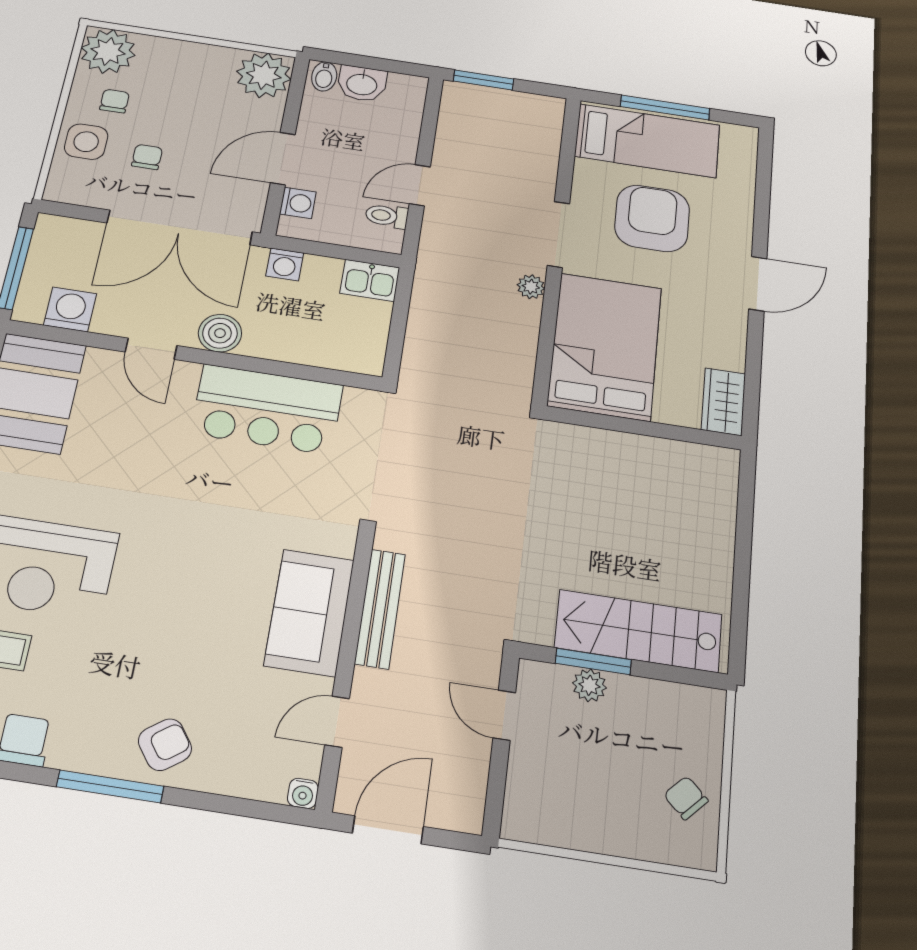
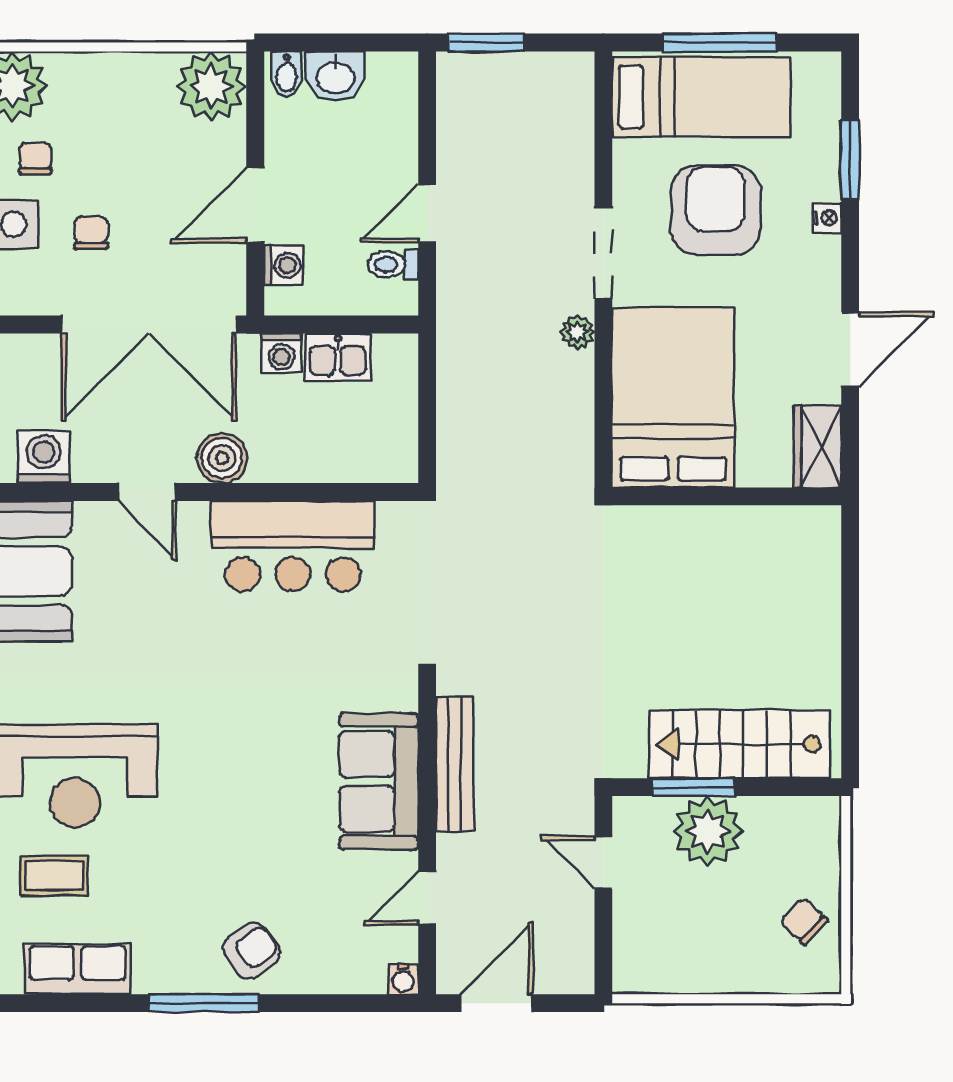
window: (762, 201) -> (850, 160), added
nightstand: (742, 237) -> (827, 218), added
kitchen sink: (370, 280) -> (338, 357), moved
door: (758, 284) -> (850, 349), moved
plant: (589, 685) -> (708, 831), width x1.88, depth x1.88

